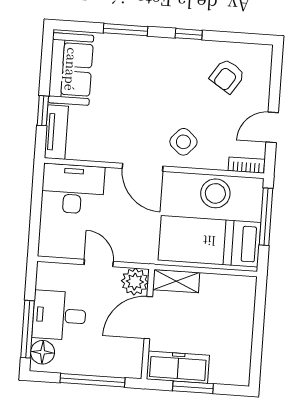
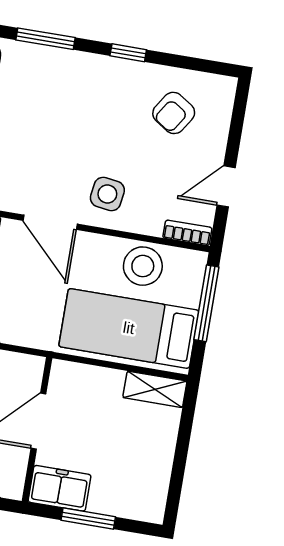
side table: (183, 142) -> (107, 194), turned -34
shelving: (176, 281) -> (155, 389), moved
plant: (135, 282) -> (25, 372), removed
freezer: (178, 367) -> (60, 488), width x0.71

